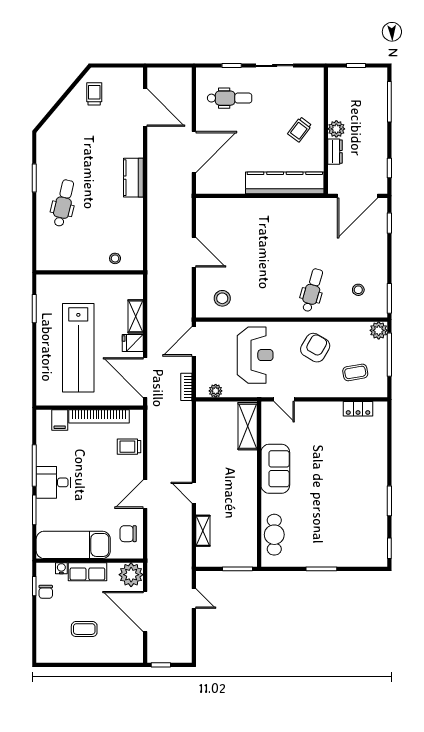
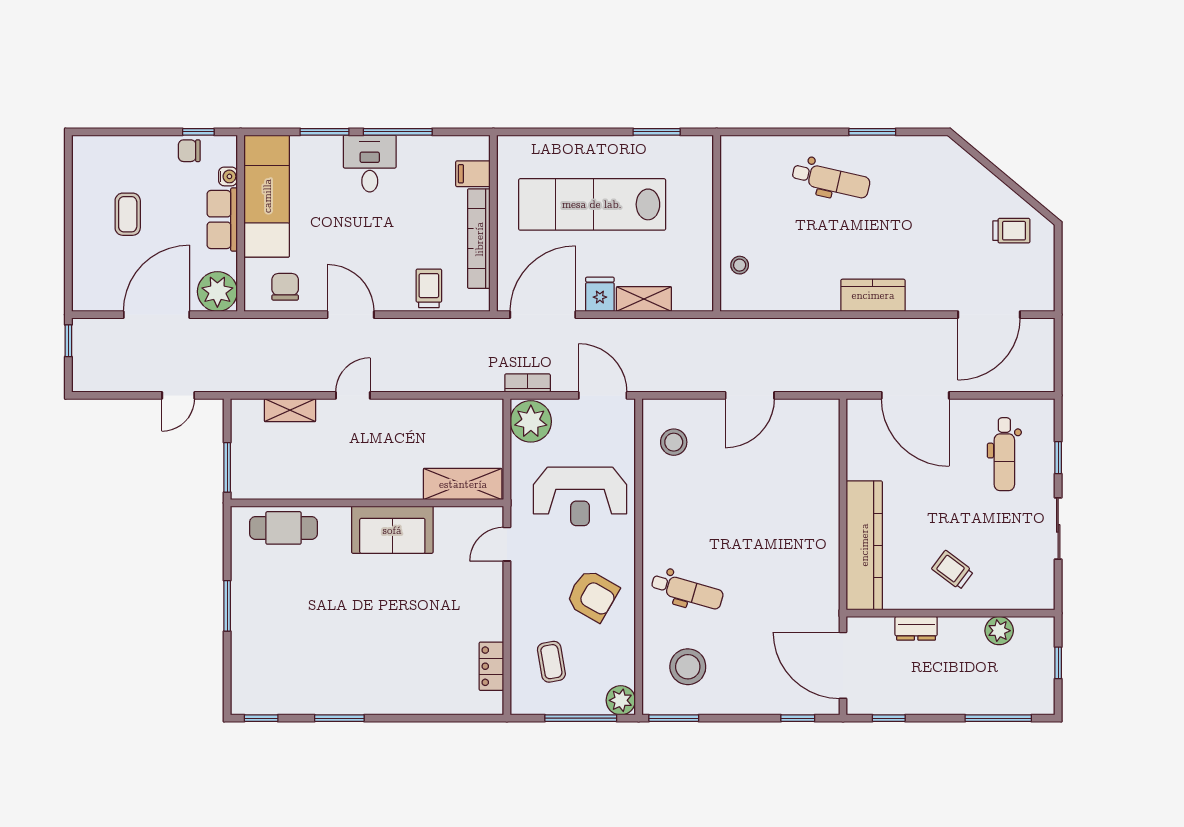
plant: (336, 129) -> (999, 631), moved
stool: (358, 290) -> (688, 667), width x1.89, depth x1.89
plant: (216, 391) -> (531, 421), width x1.88, depth x1.88

